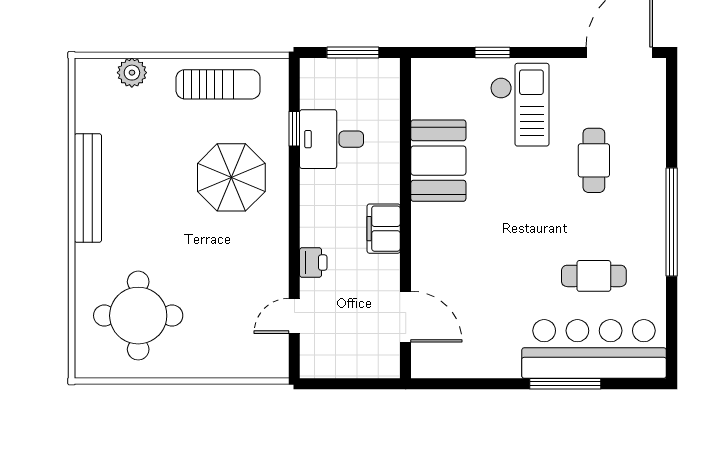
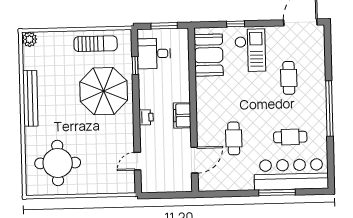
plant: (132, 73) -> (29, 39), moved
desk: (331, 139) -> (154, 54), moved
booth: (438, 161) -> (209, 55), moved
parasol: (231, 177) -> (104, 91), width x1.36, depth x1.36
printer: (313, 263) -> (146, 117), moved
cafe table: (483, 276) -> (234, 138), added
door: (406, 317) -> (194, 160), hinge flipped

